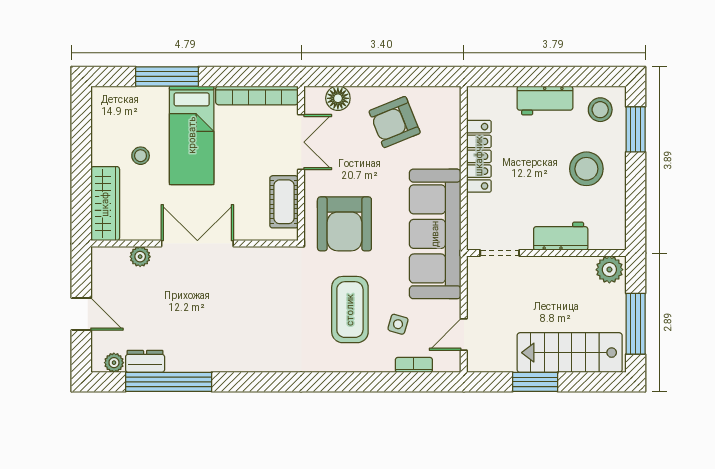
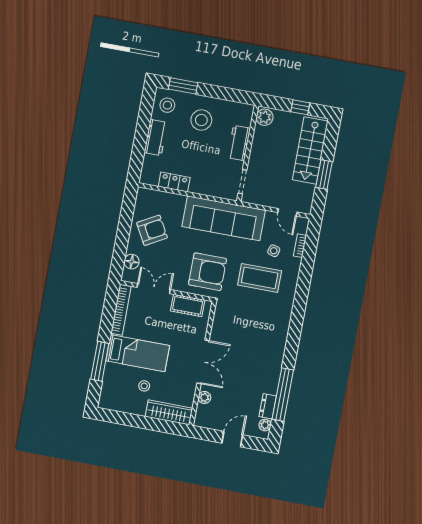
armchair: (395, 122) -> (152, 230), turned -97
locker: (479, 156) -> (174, 182), width x0.66
double door: (197, 244) -> (203, 362), swing flipped
window: (636, 324) -> (300, 107), width x0.46

